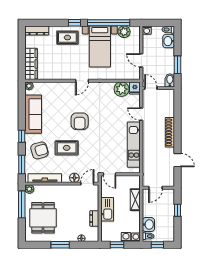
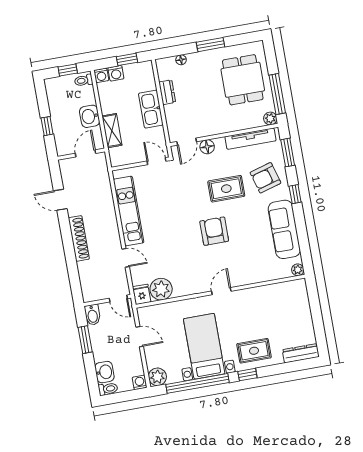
plant: (124, 32) -> (157, 377), moved
wardrobe: (31, 64) -> (300, 303), removed
washbasin: (148, 225) -> (90, 116), moved

